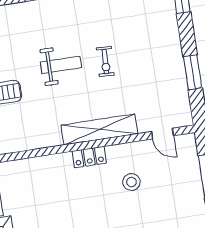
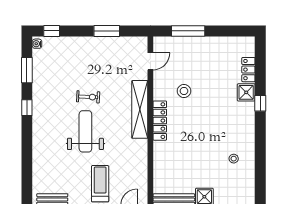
weight bench: (61, 65) -> (85, 131), width x1.36, depth x1.33
locker: (89, 157) -> (160, 121), width x1.53

